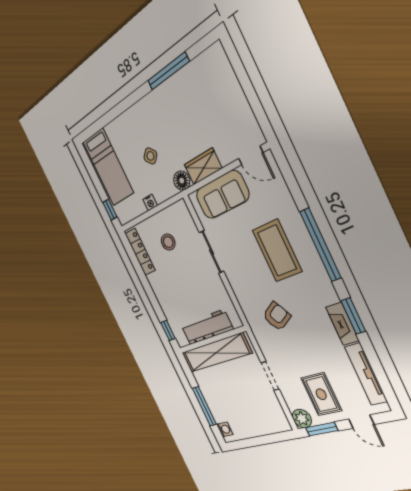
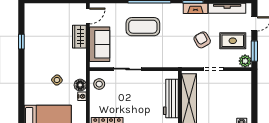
window: (168, 71) -> (21, 42), width x0.46
wardrobe: (203, 166) -> (79, 37), moved
floor lamp: (182, 181) -> (80, 85), moved
stool: (168, 242) -> (99, 84), moved
armchair: (277, 316) -> (202, 40), moved

